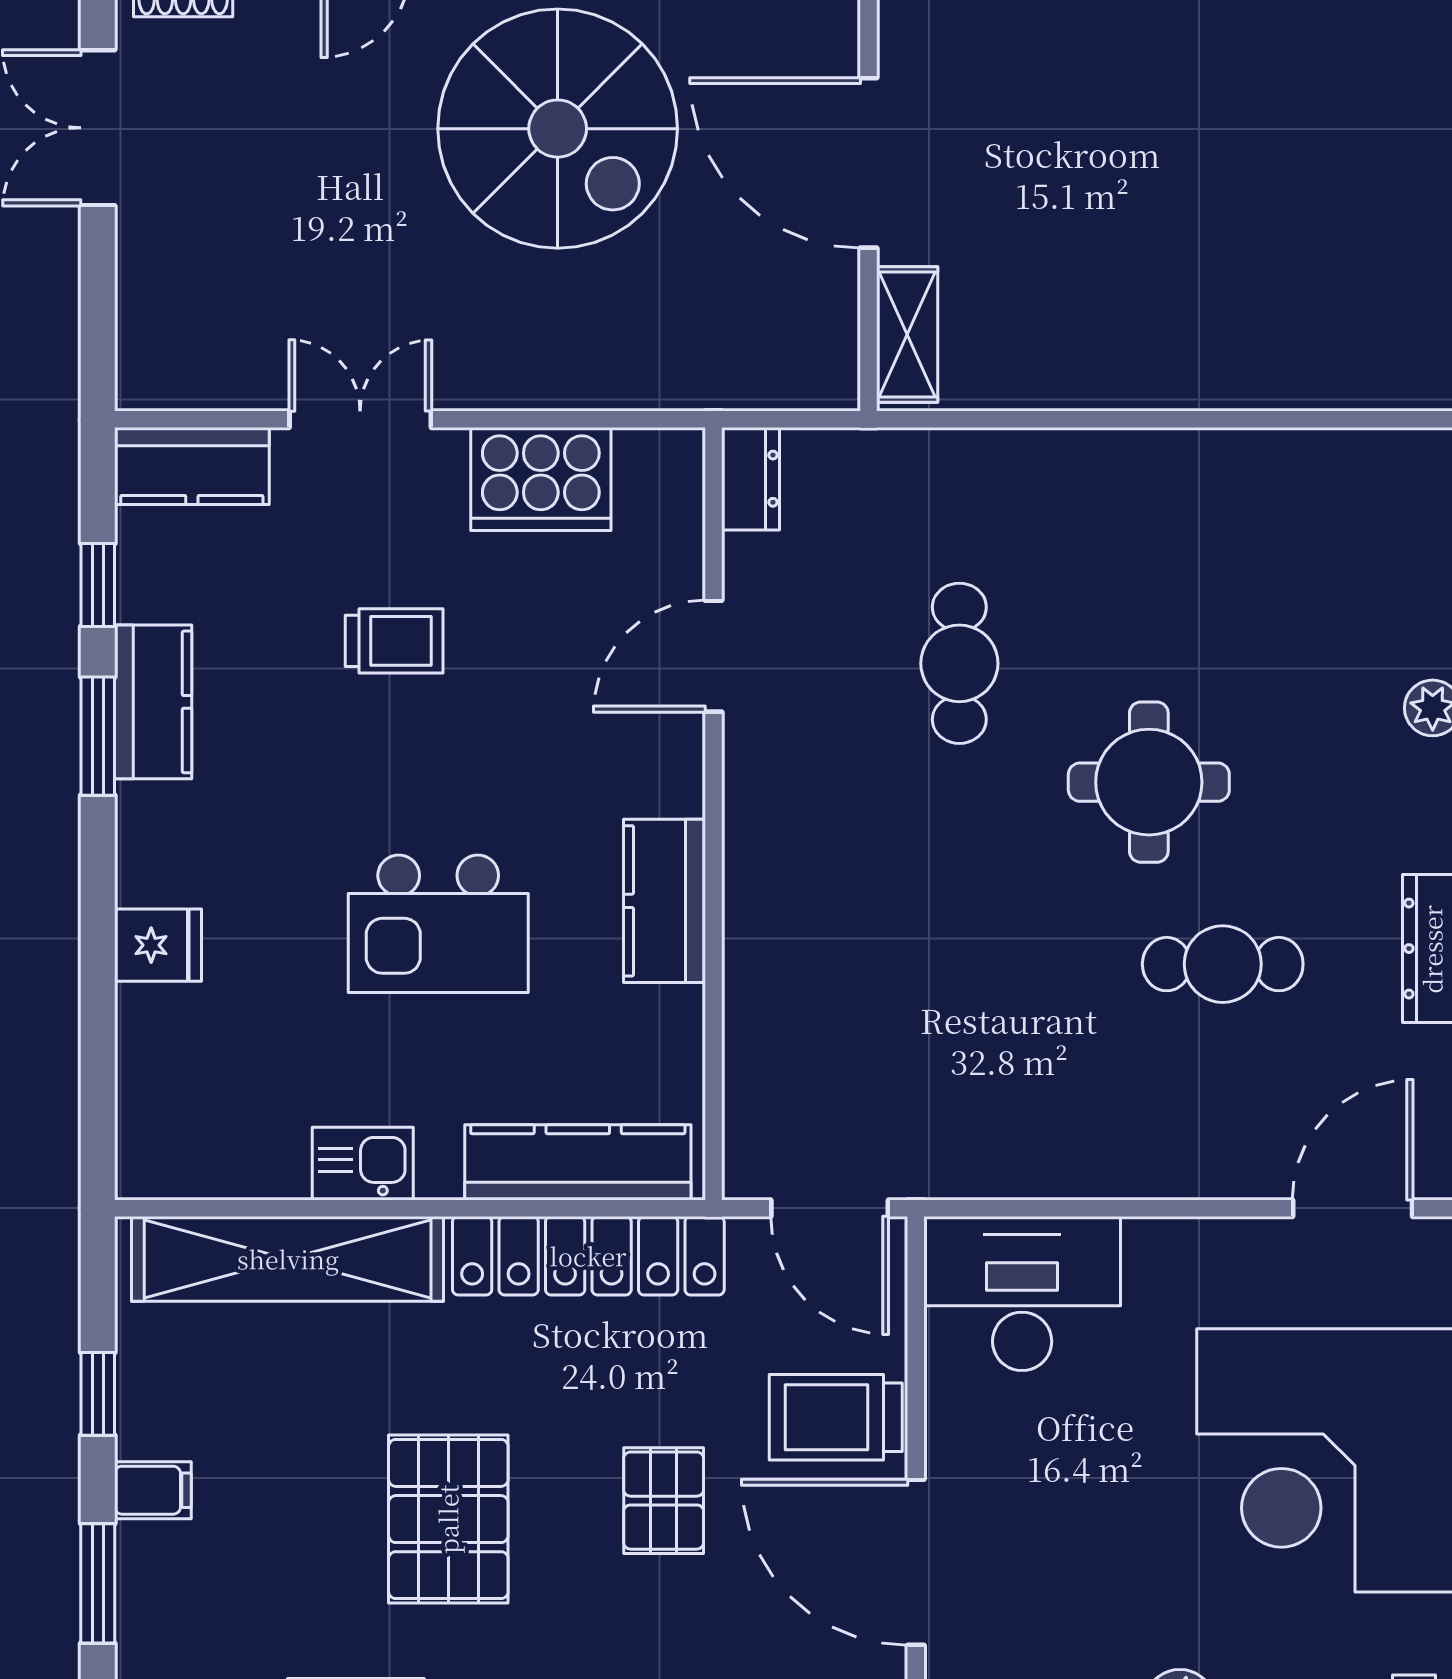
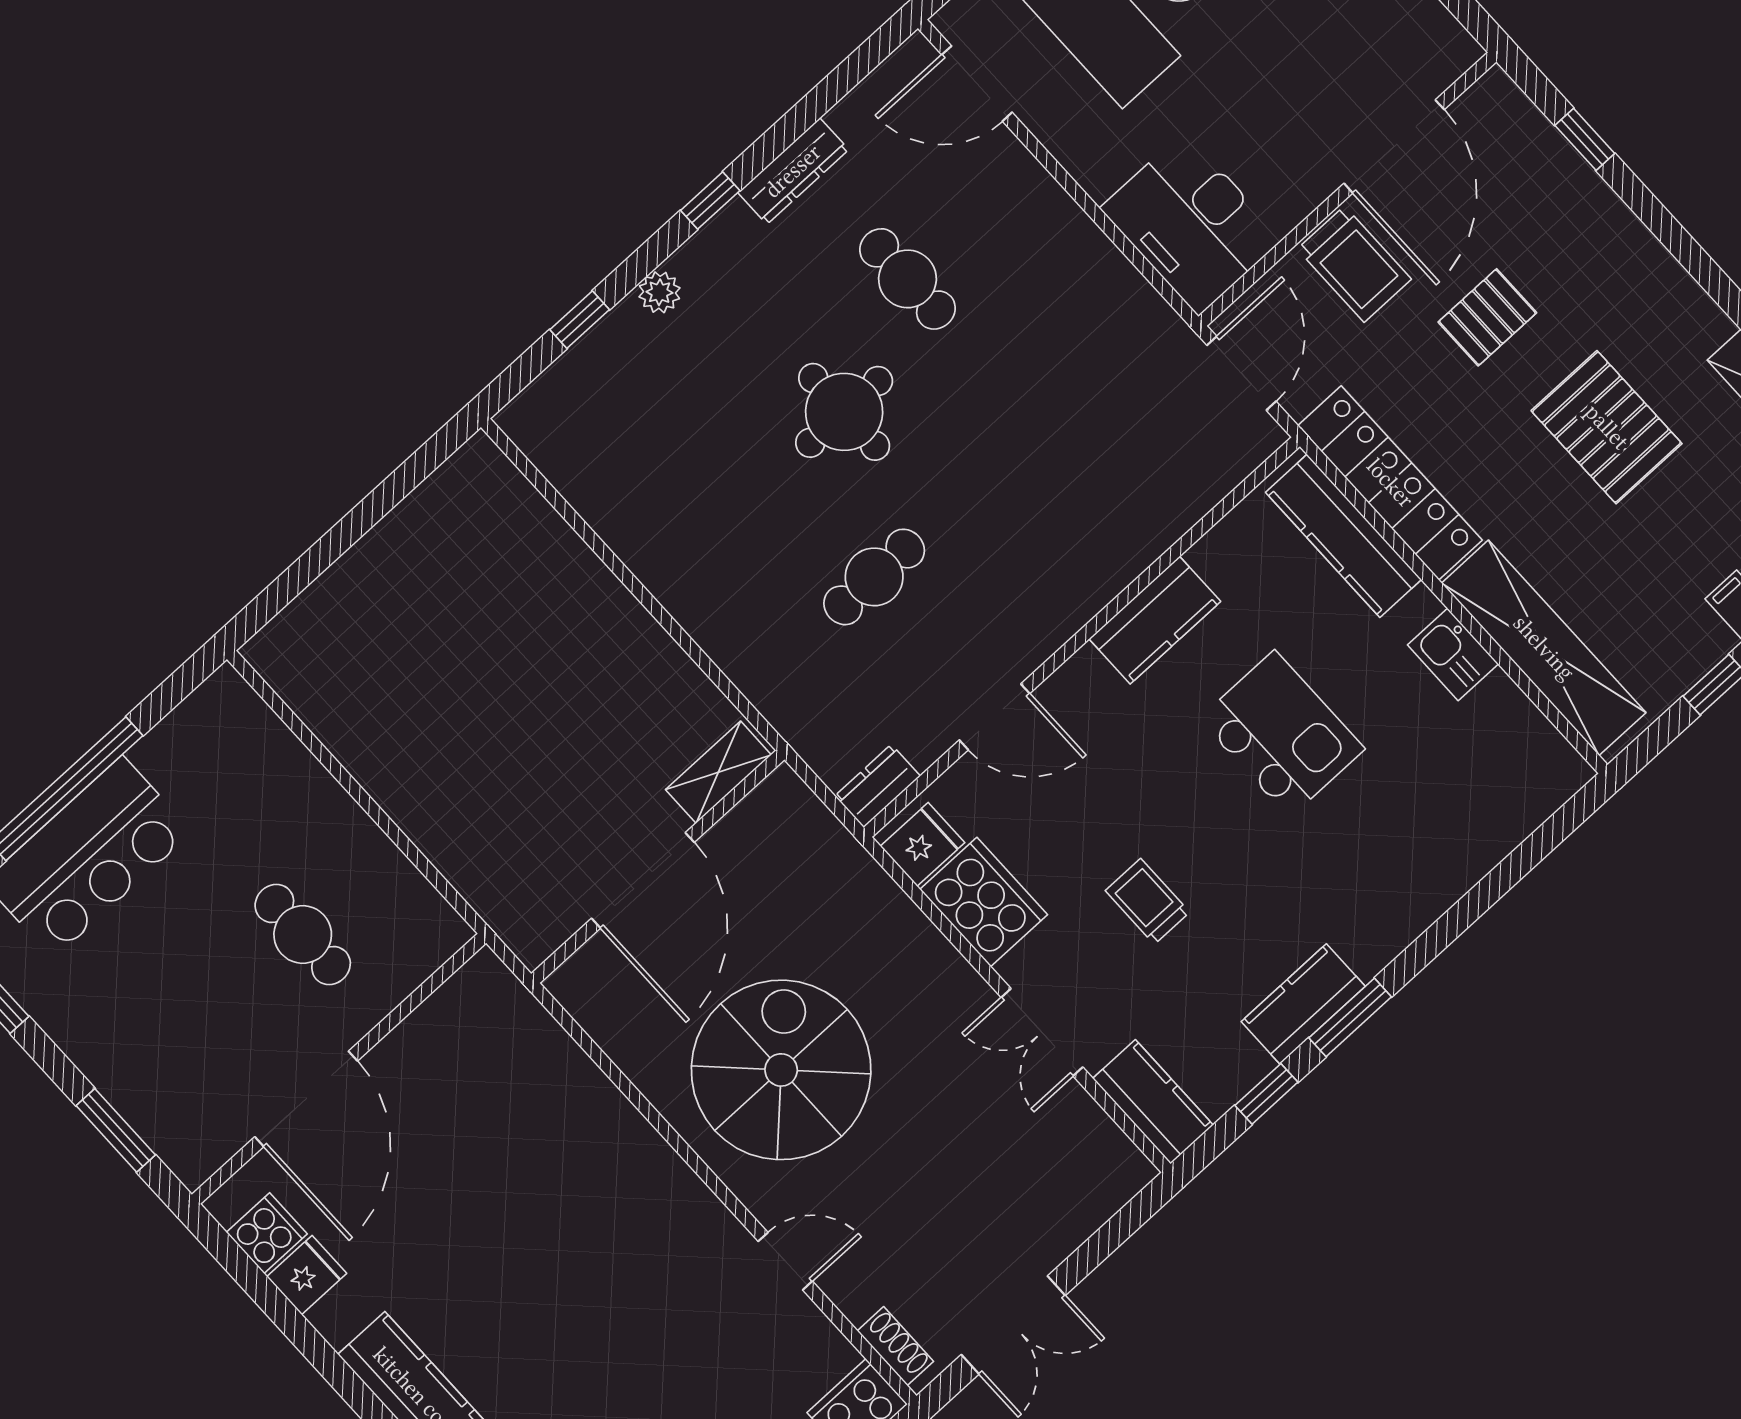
fridge: (158, 945) -> (923, 844), moved, turned 90
pallet: (448, 1519) -> (1607, 427), turned 90

